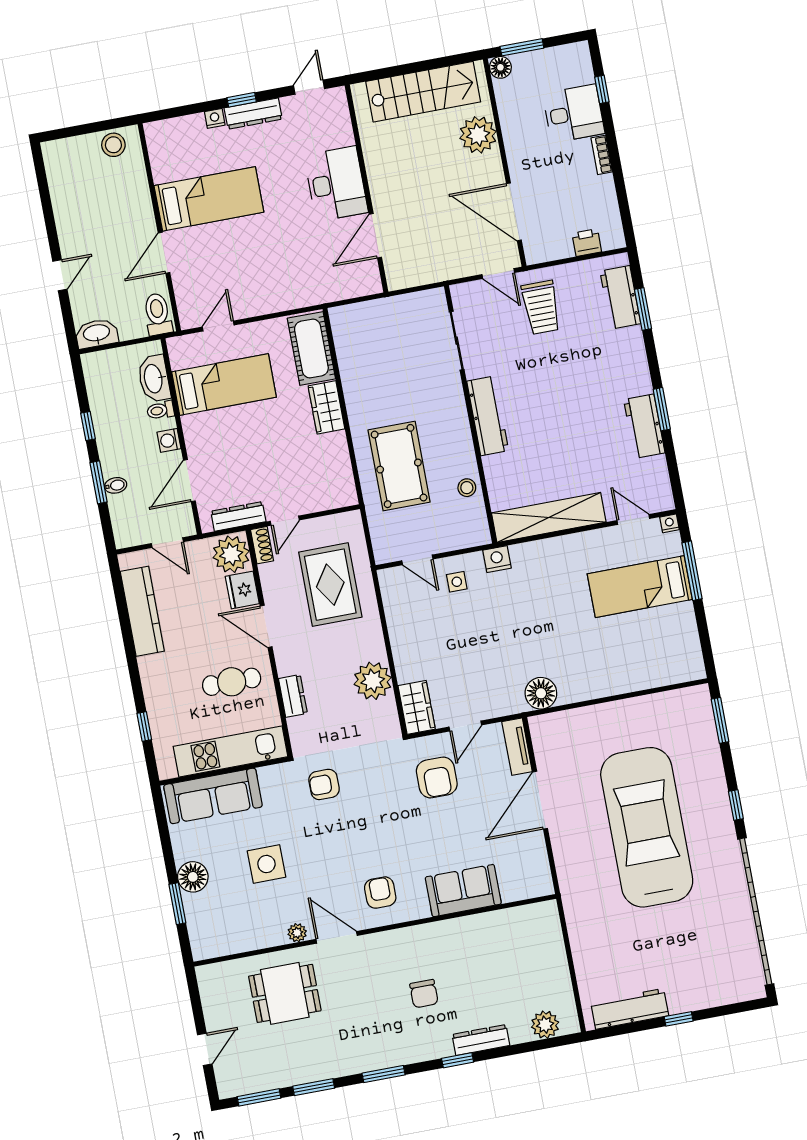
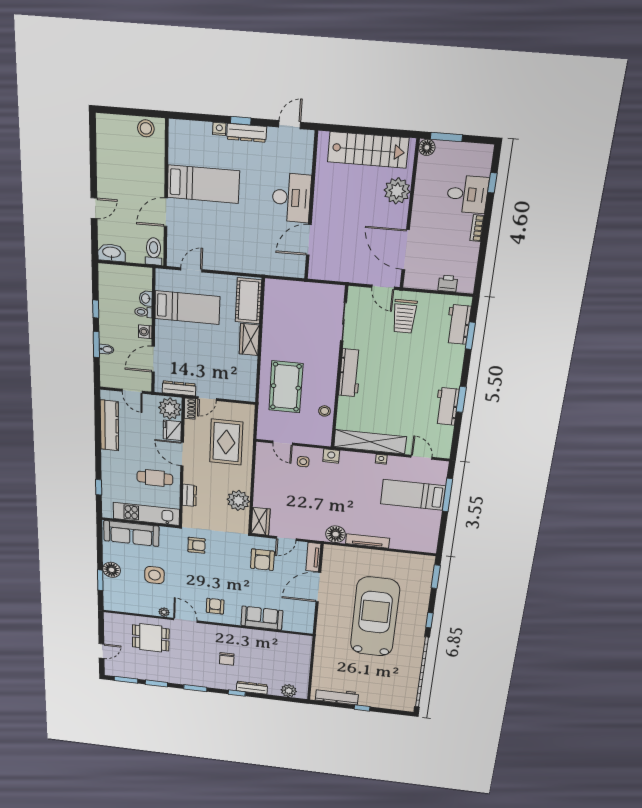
washbasin: (154, 379) -> (146, 299), width x0.52, depth x0.69
nightstand: (670, 523) -> (381, 459), moved
tv unit: (594, 690) -> (367, 541), added
armchair: (324, 784) -> (197, 545), turned 180

